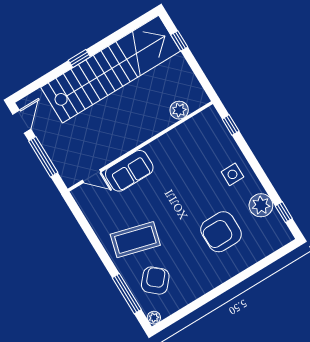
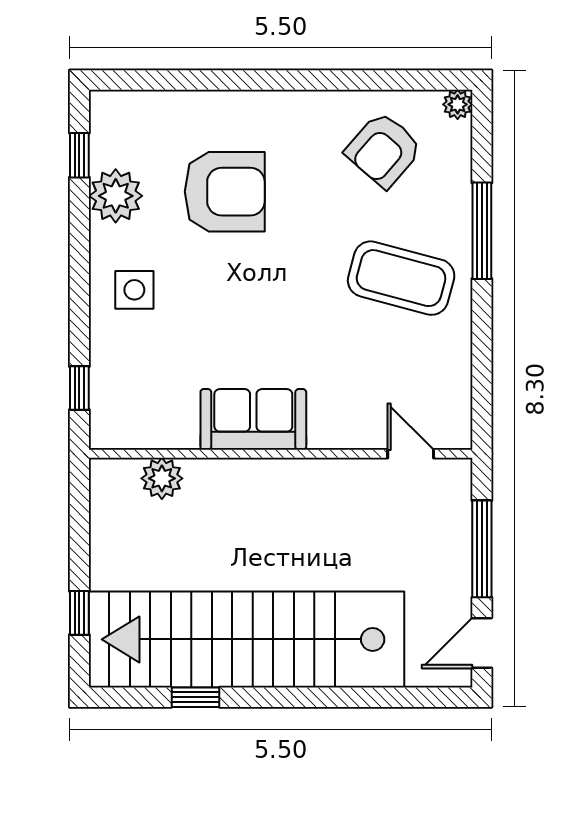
window: (79, 59) -> (195, 697), moved
sofa: (129, 171) -> (253, 419), moved
armchair: (155, 281) -> (384, 150), moved
window: (127, 294) -> (482, 231), moved

